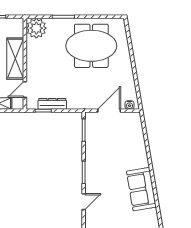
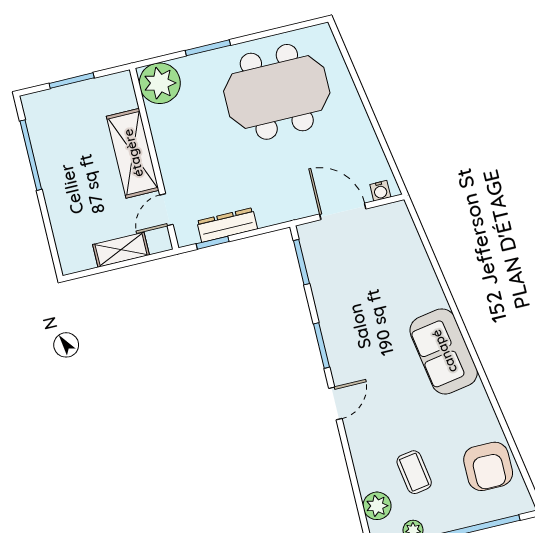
door: (109, 111) -> (343, 211), hinge flipped

